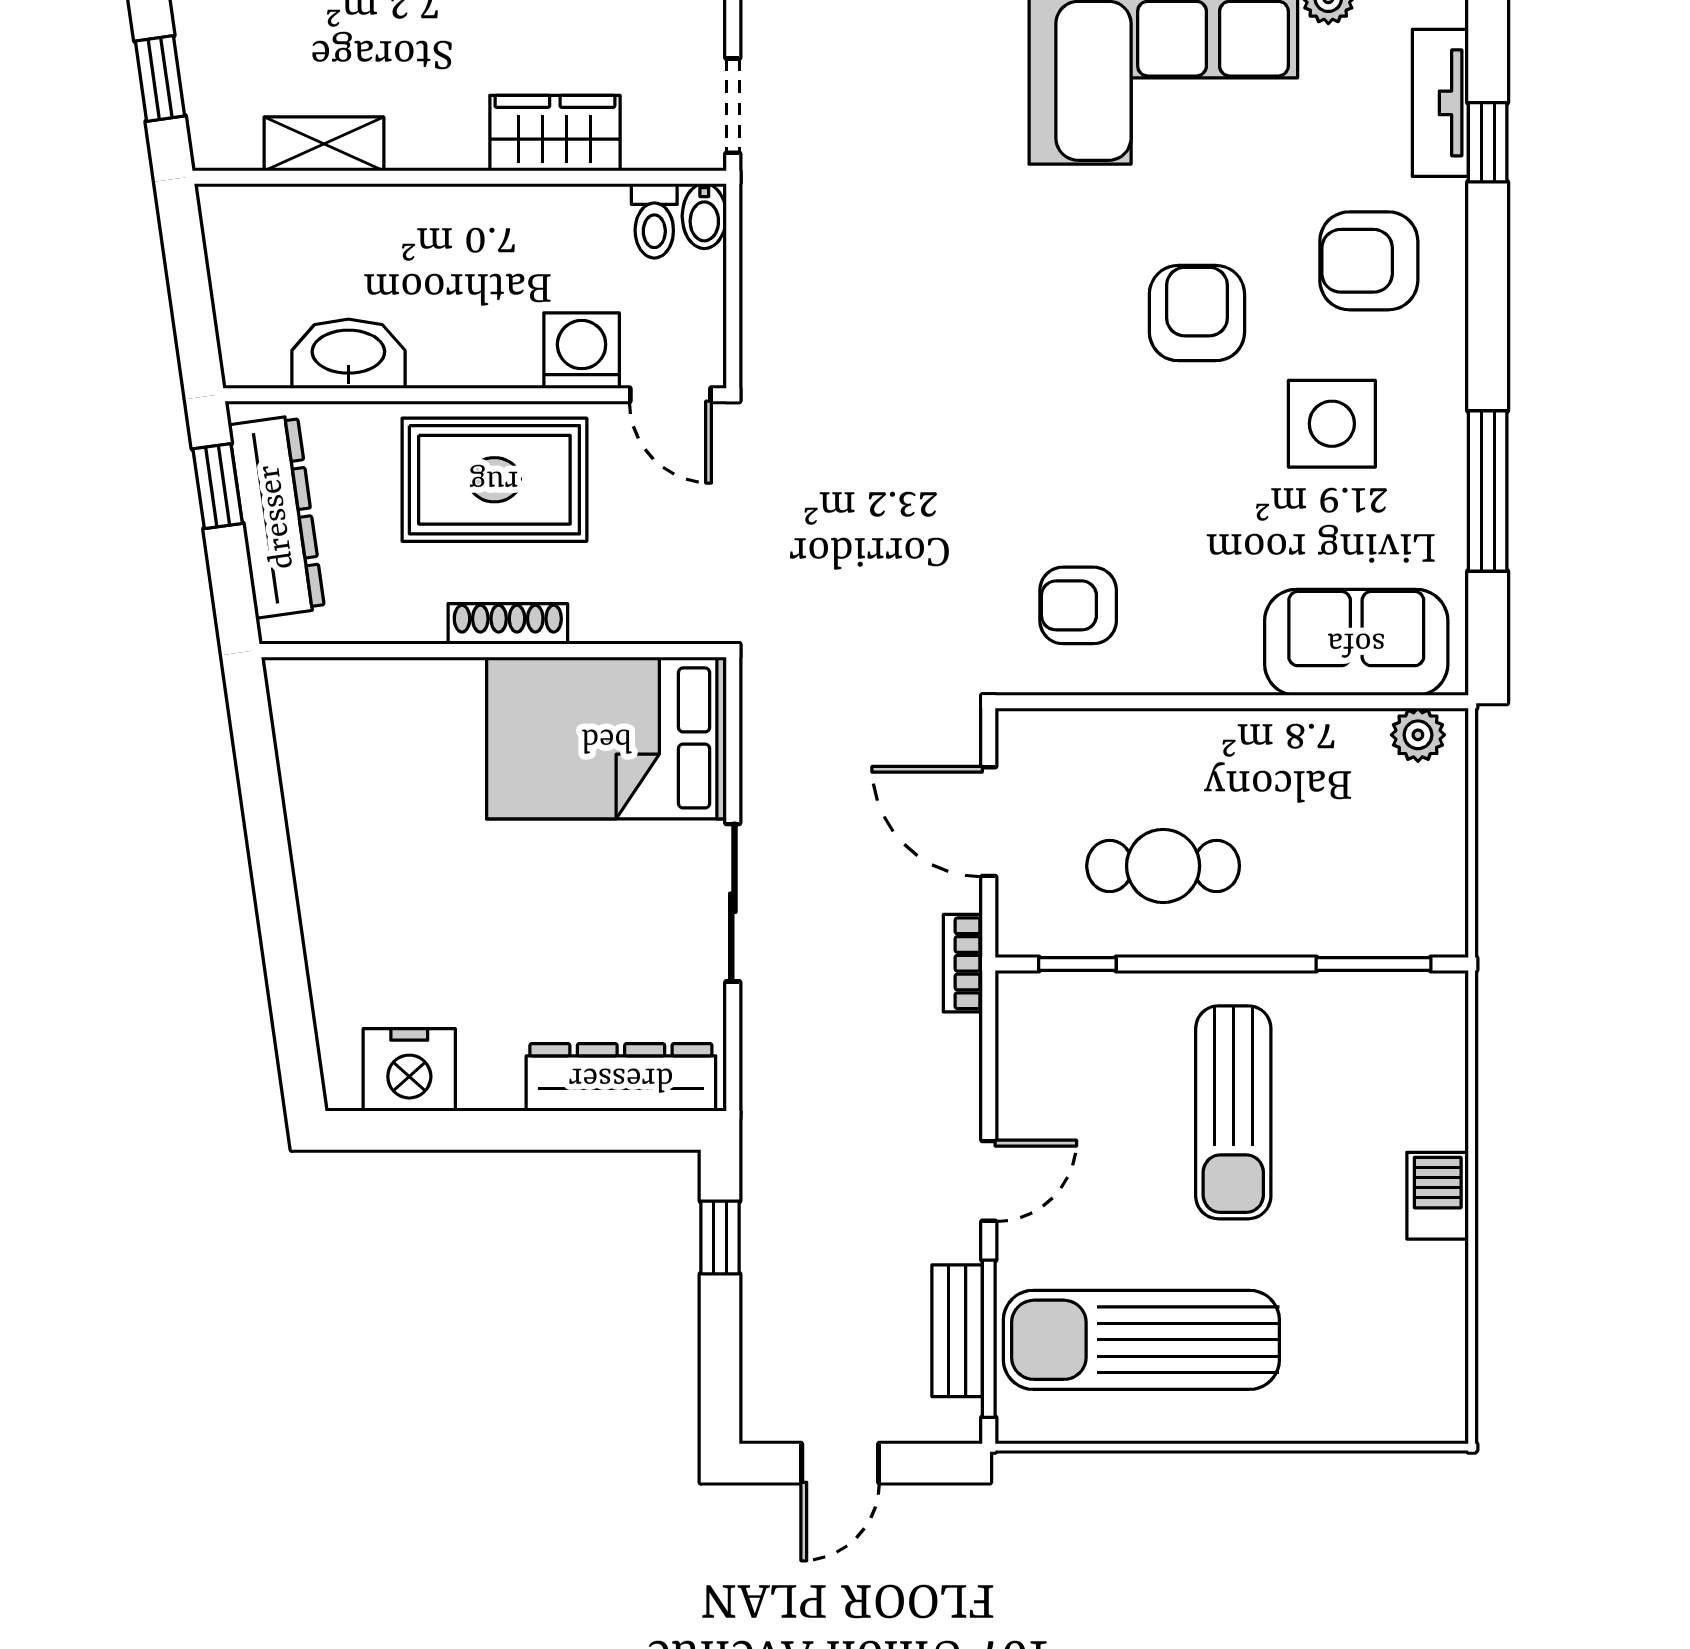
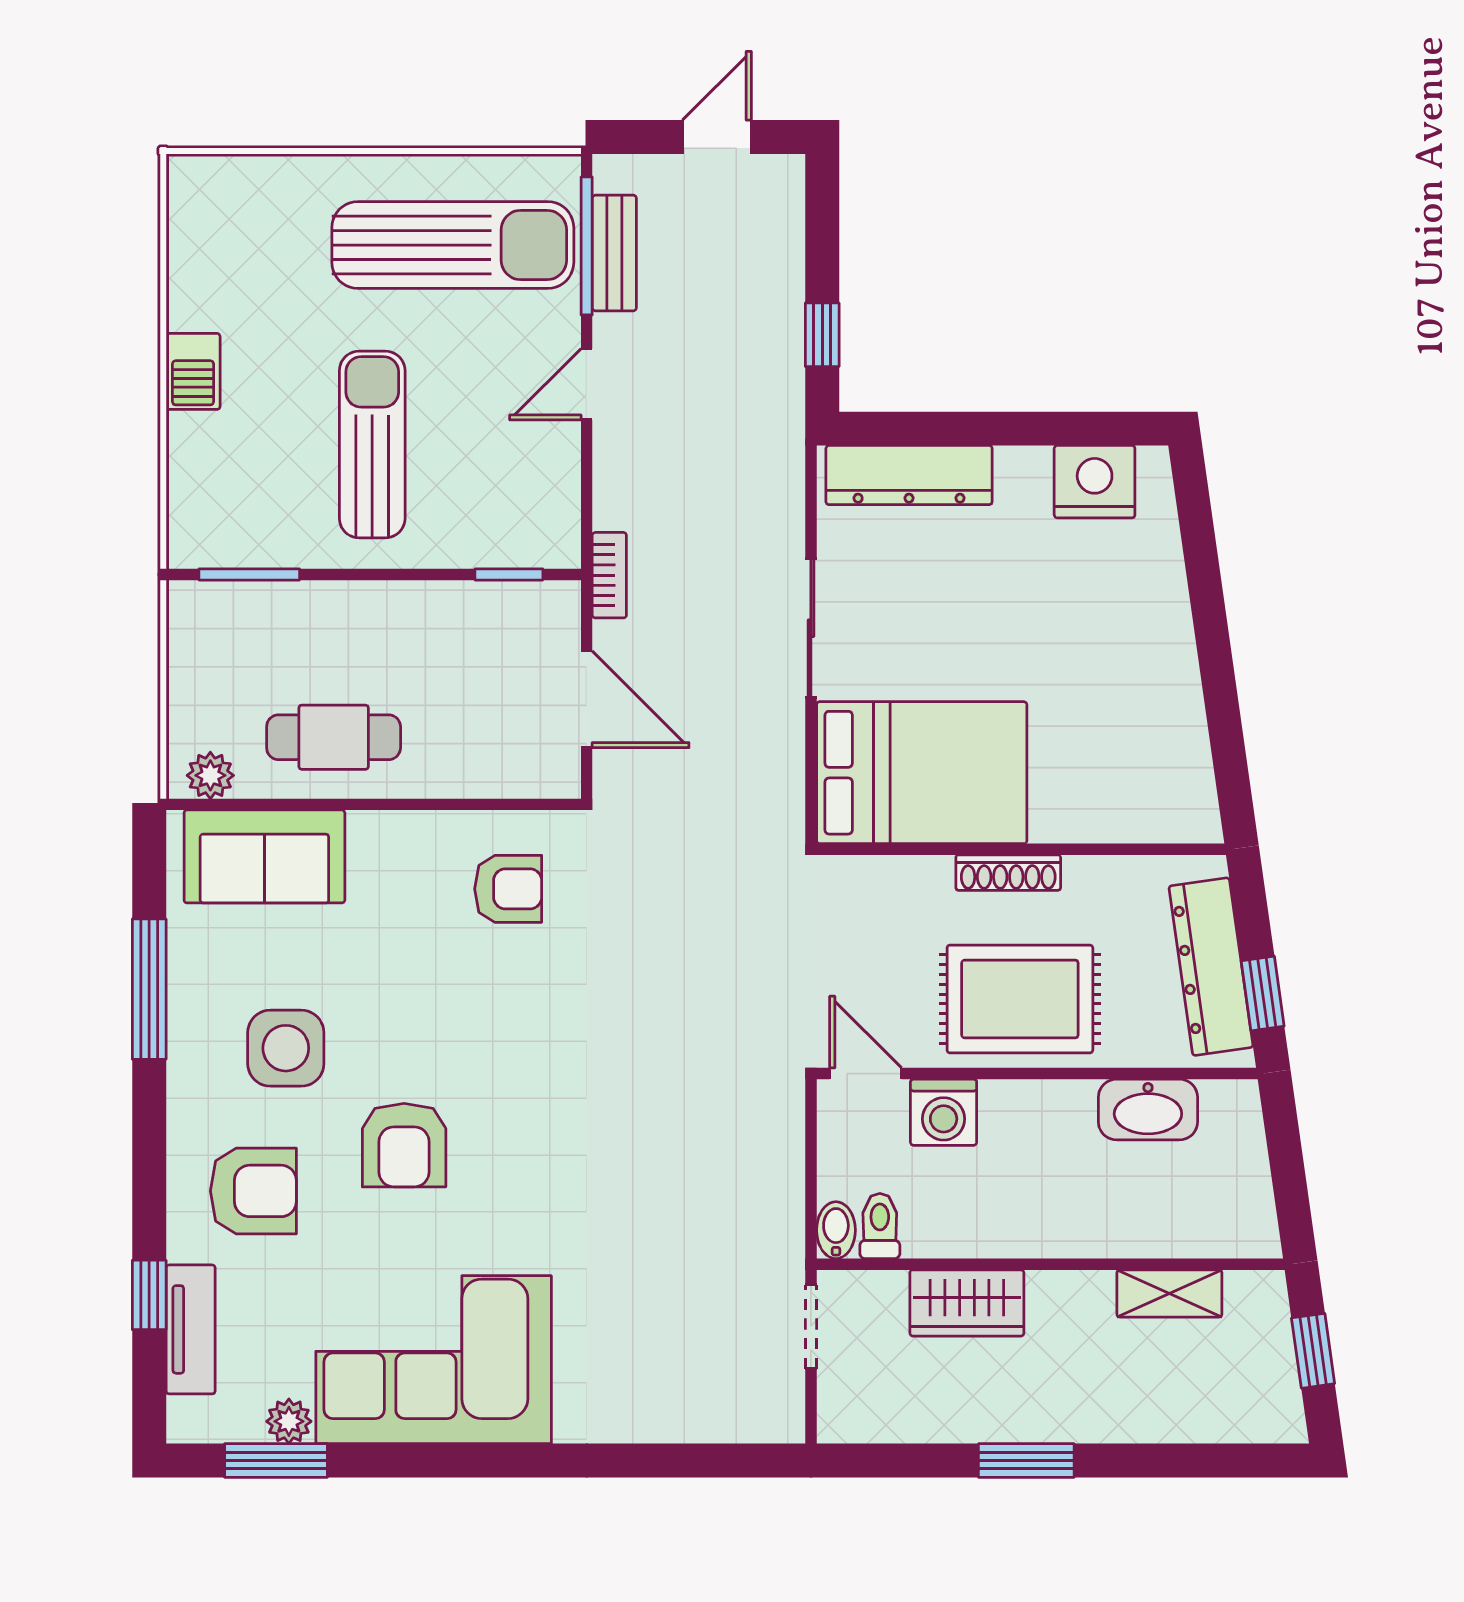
cafe table: (1163, 866) -> (334, 737), moved

